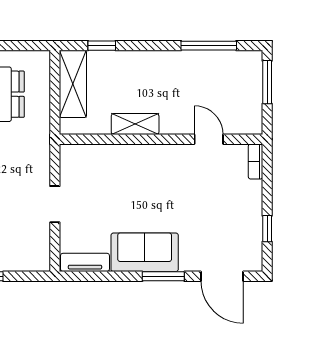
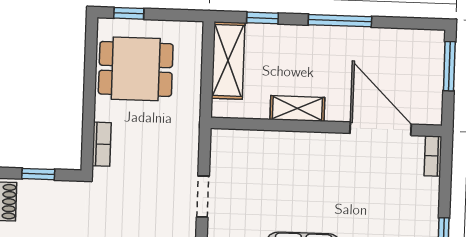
window: (209, 46) -> (340, 21), moved
door: (209, 139) -> (381, 129), width x1.88

